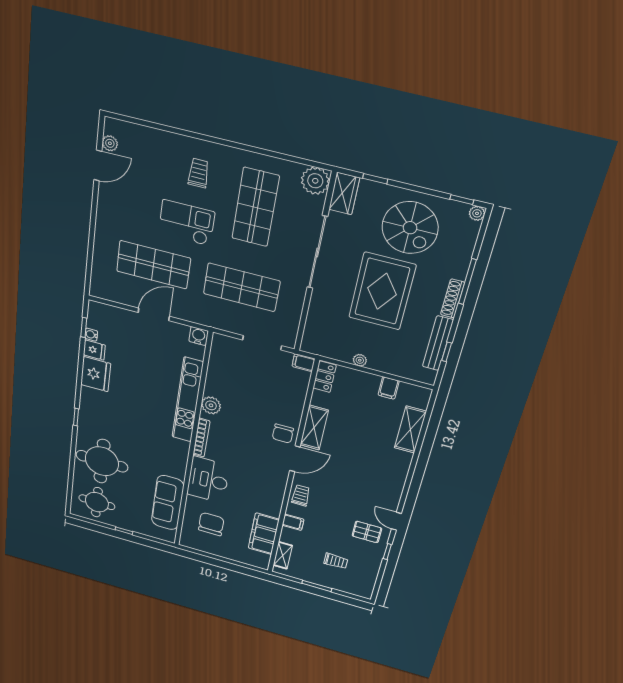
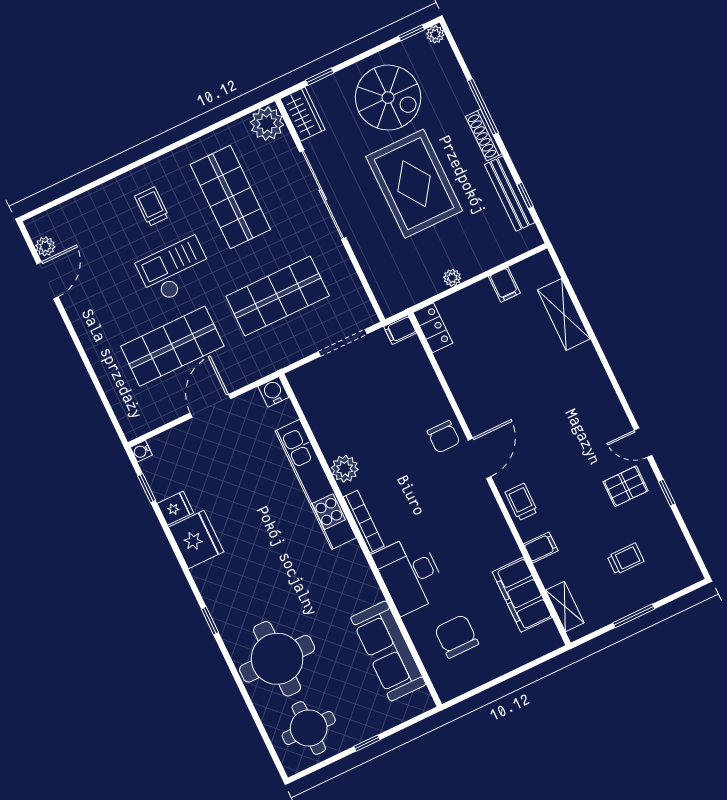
water cooler: (91, 335) -> (141, 451), moved
shelving: (314, 428) -> (469, 400), removed

